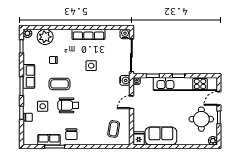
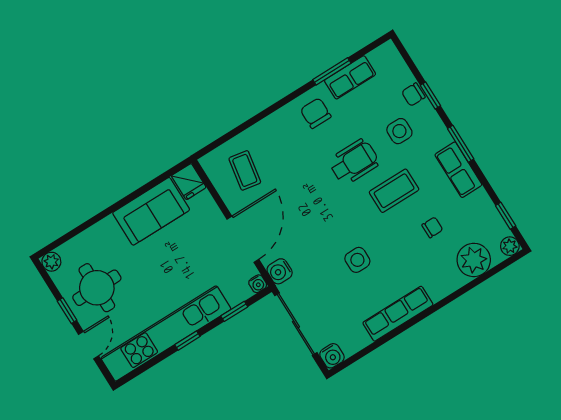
door: (131, 102) -> (243, 239), width x1.87

